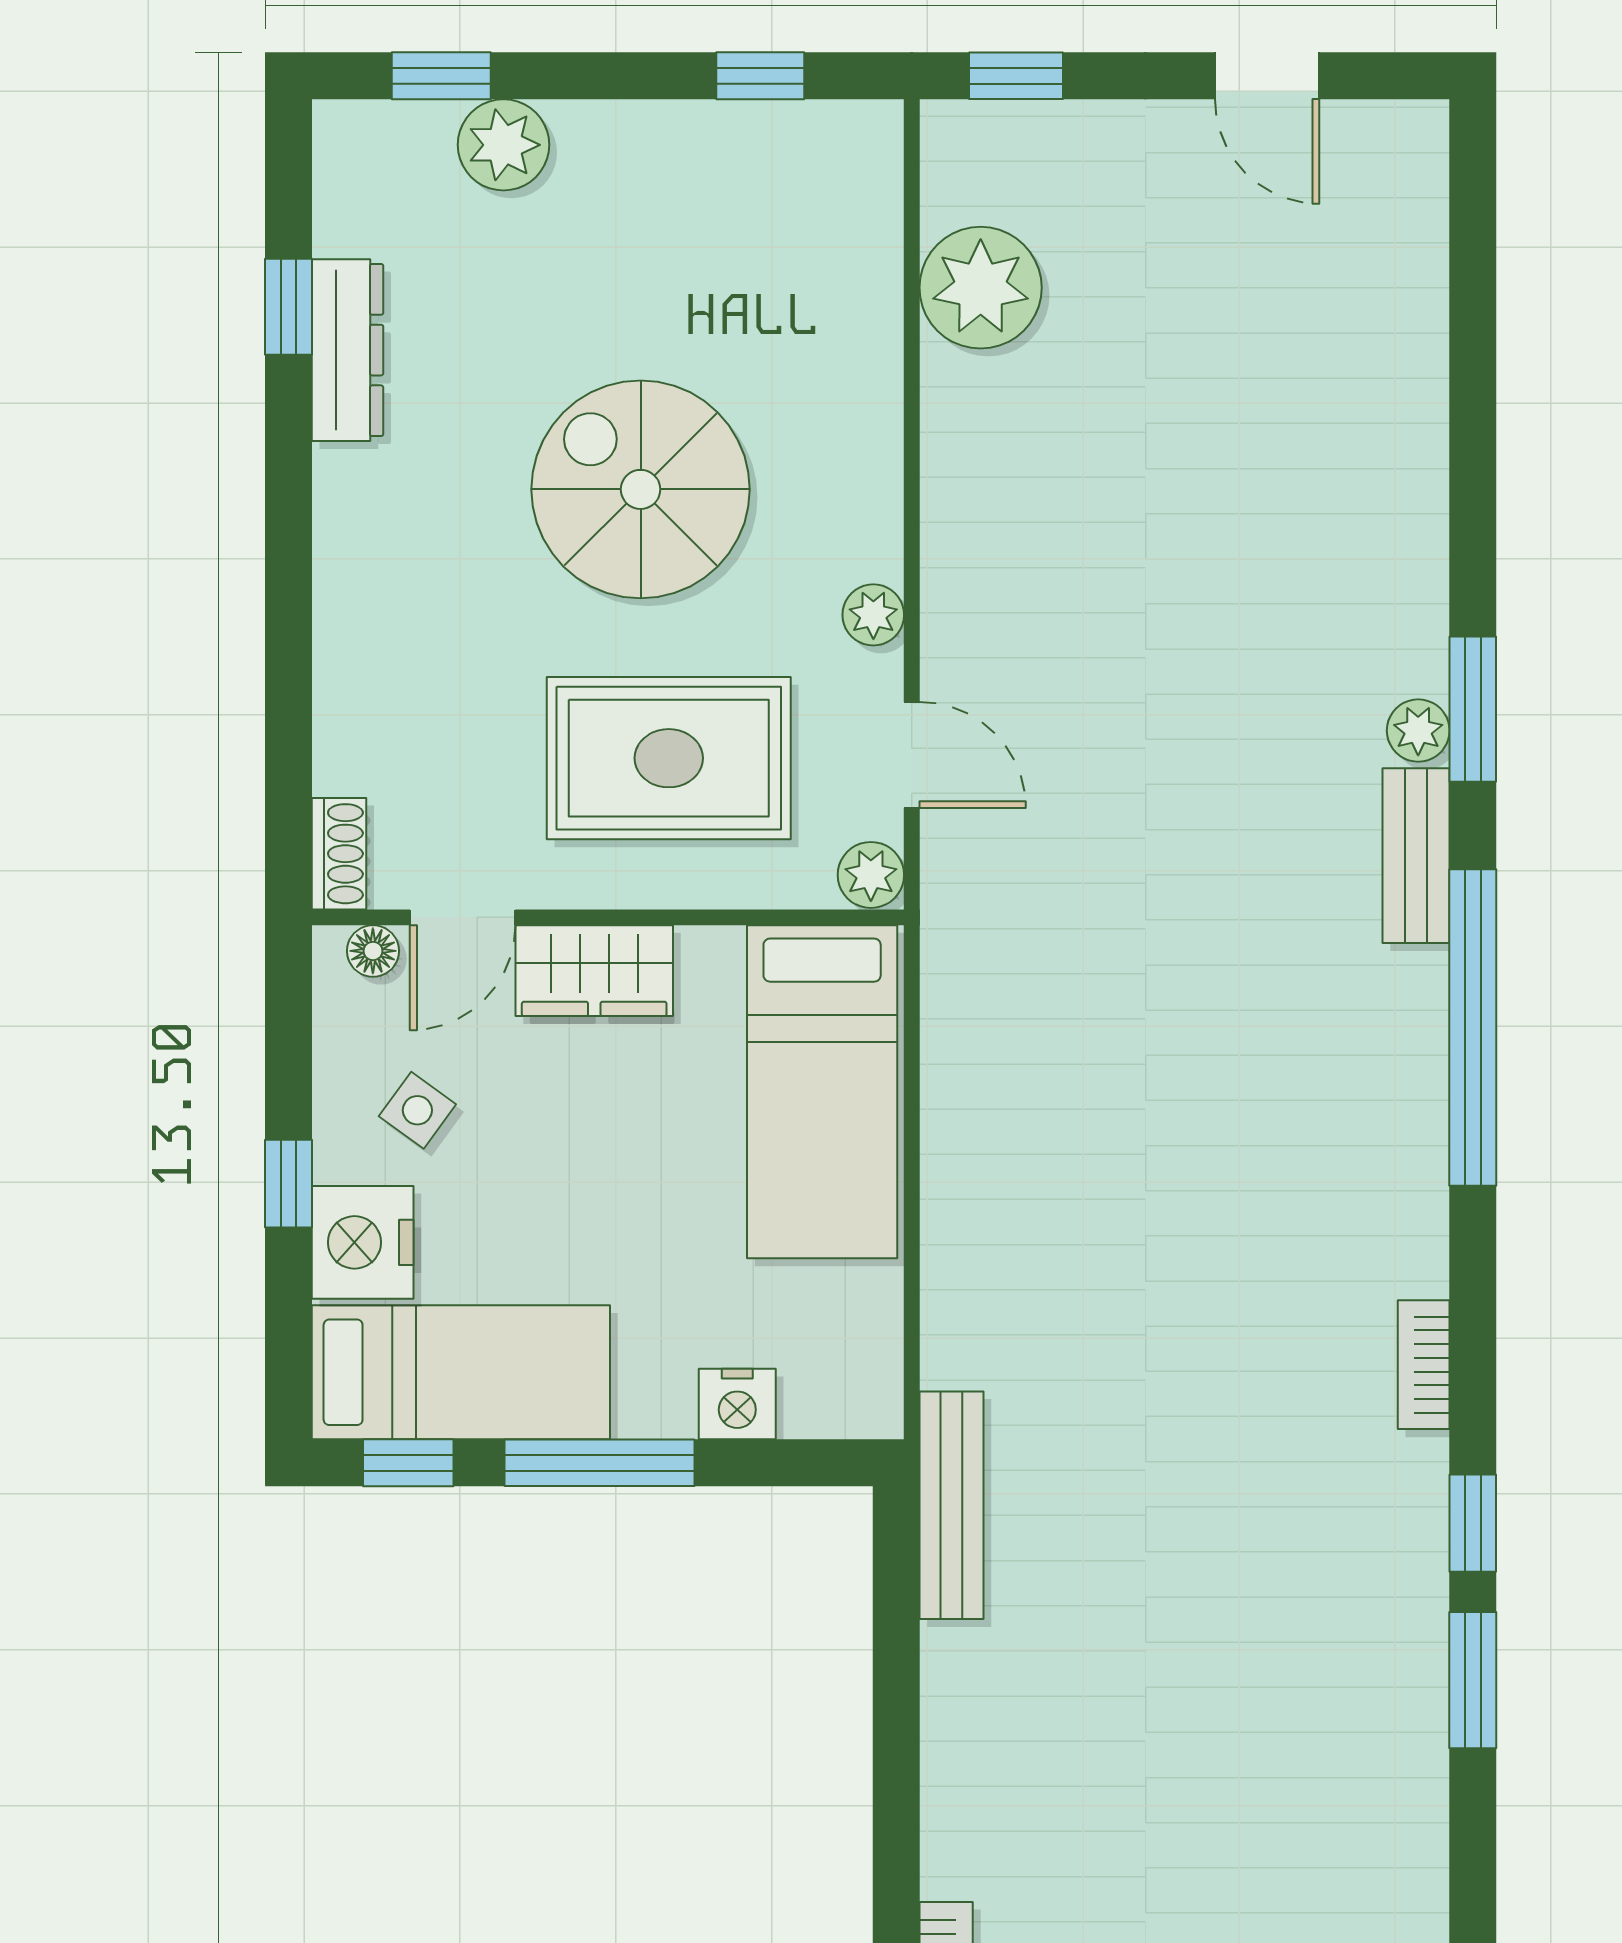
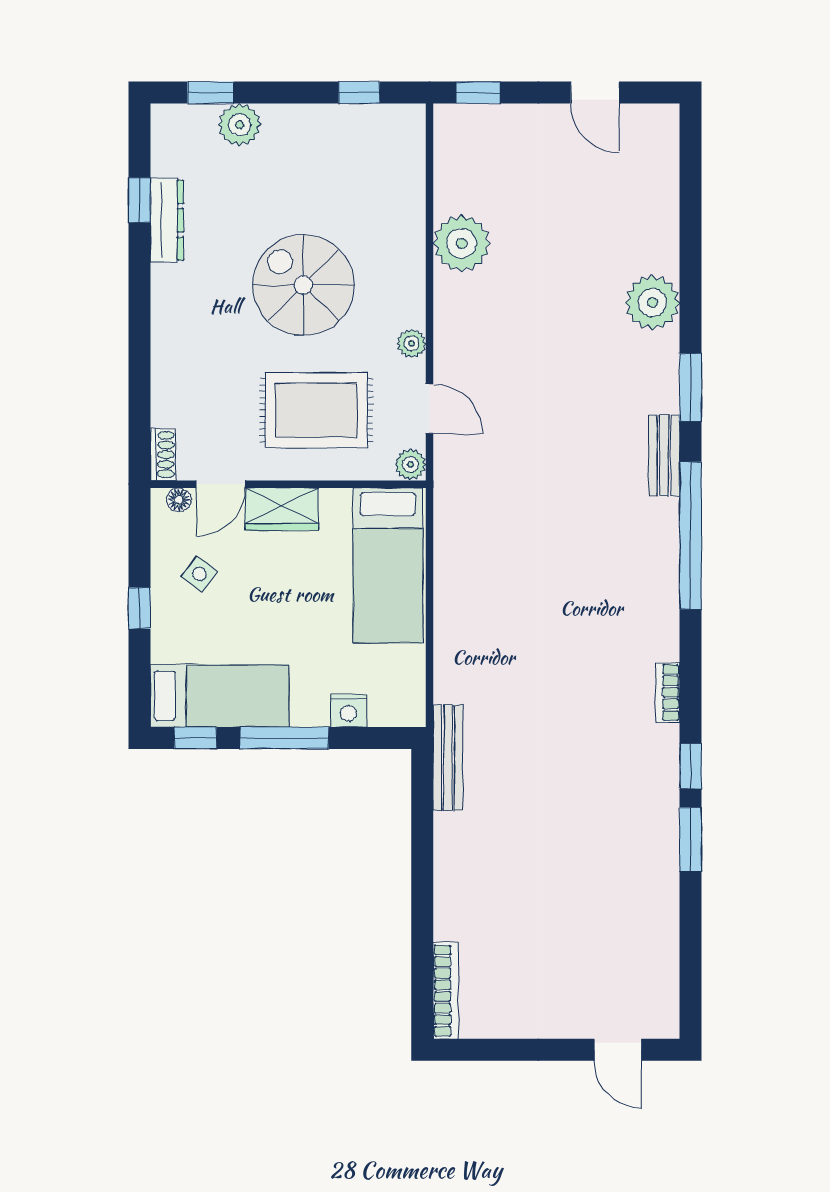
plant: (981, 288) -> (462, 243), moved
plant: (1418, 731) -> (652, 303), moved, width x1.87, depth x1.87
nightstand: (363, 1242) -> (174, 635), removed

